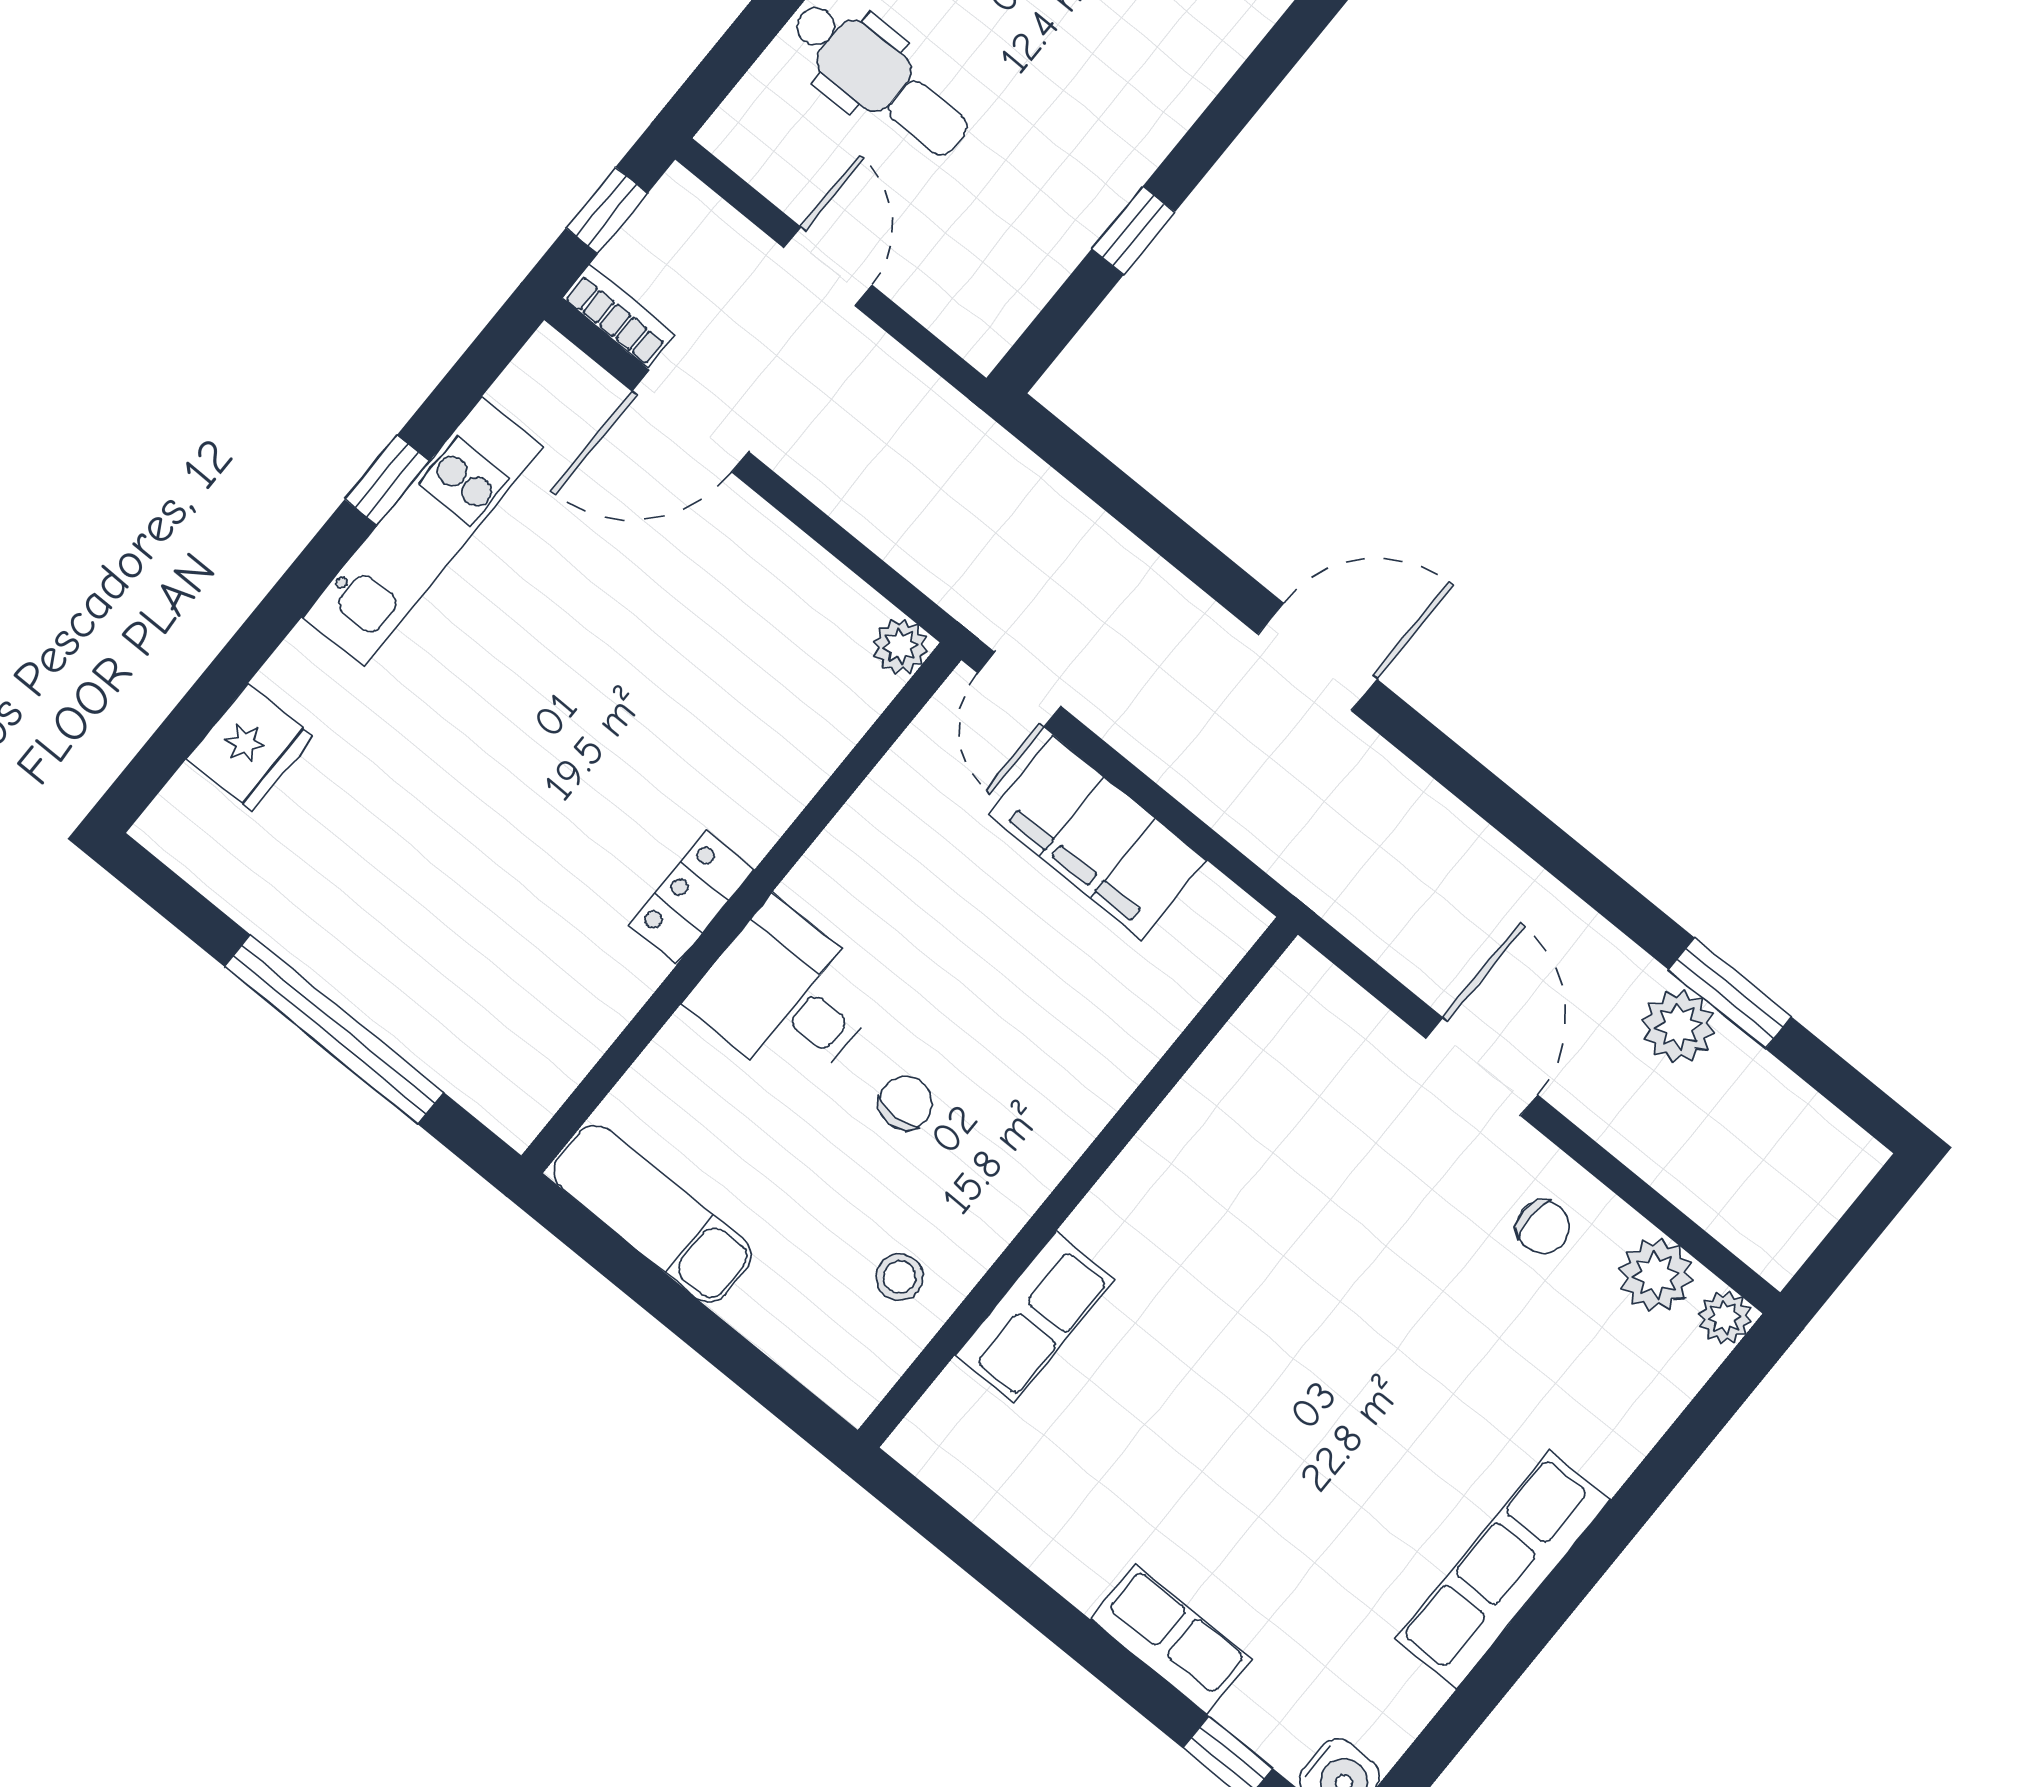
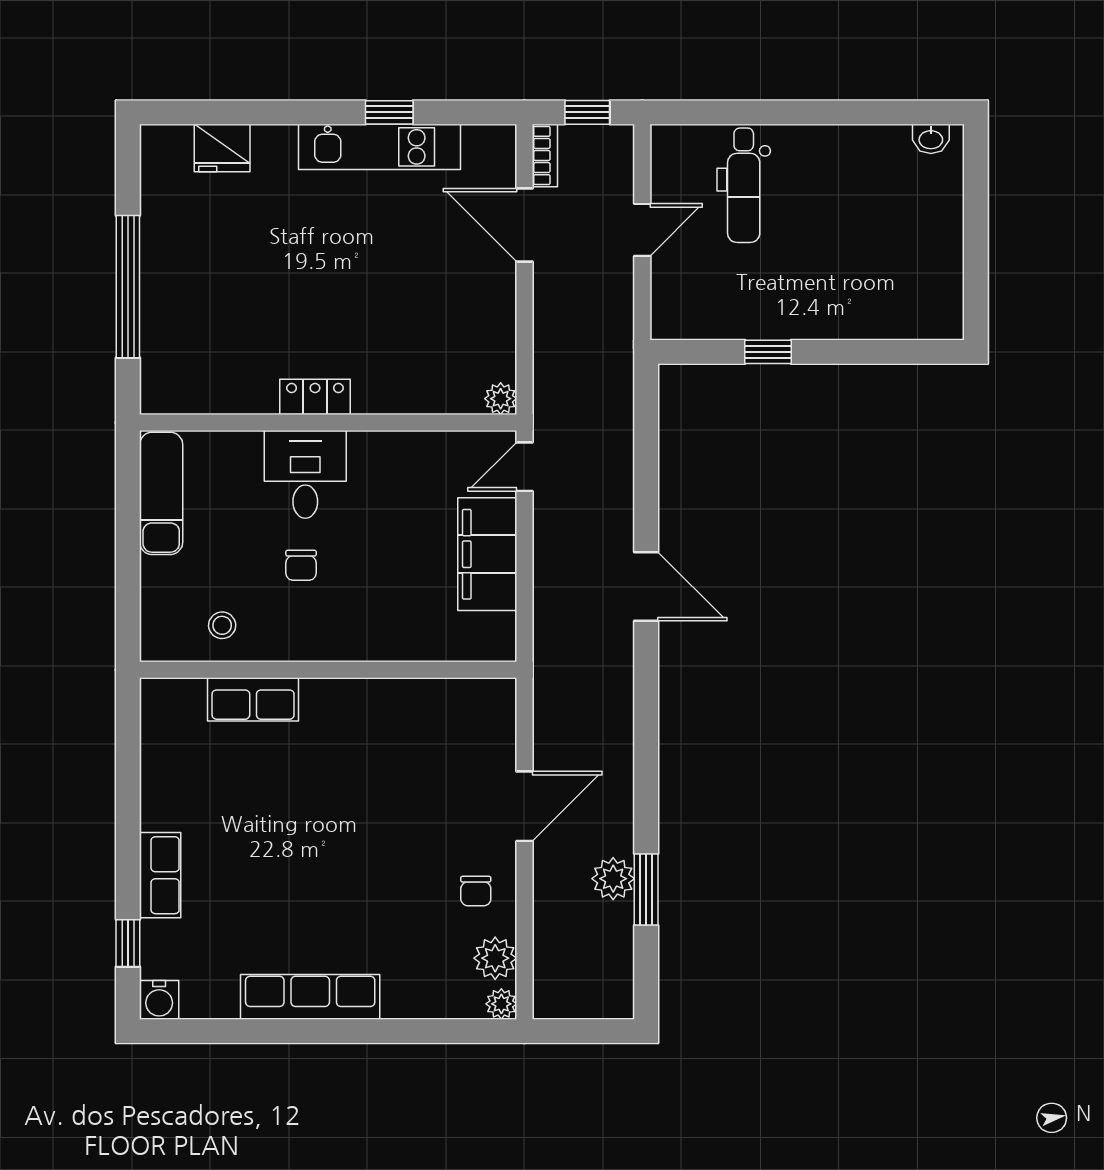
chair: (905, 1103) -> (301, 565), turned 90

